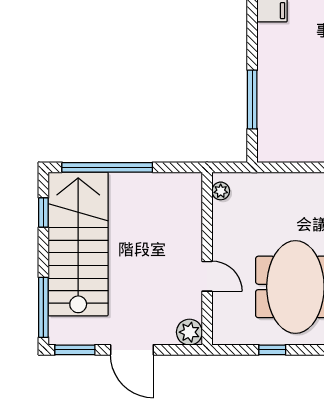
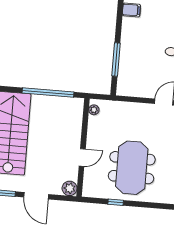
window: (107, 167) -> (48, 92), moved
door: (207, 276) -> (82, 158), hinge flipped

